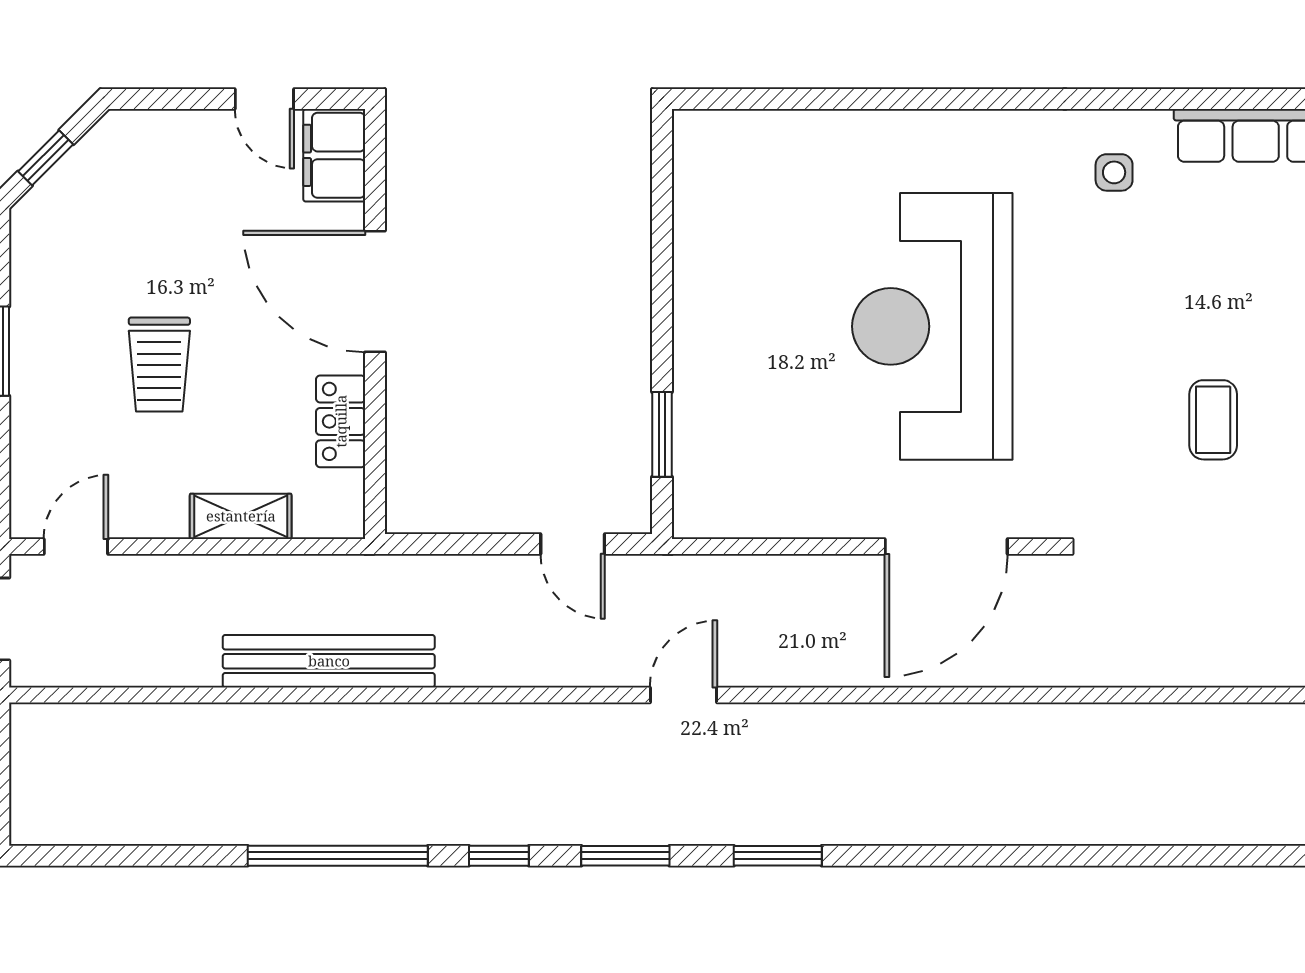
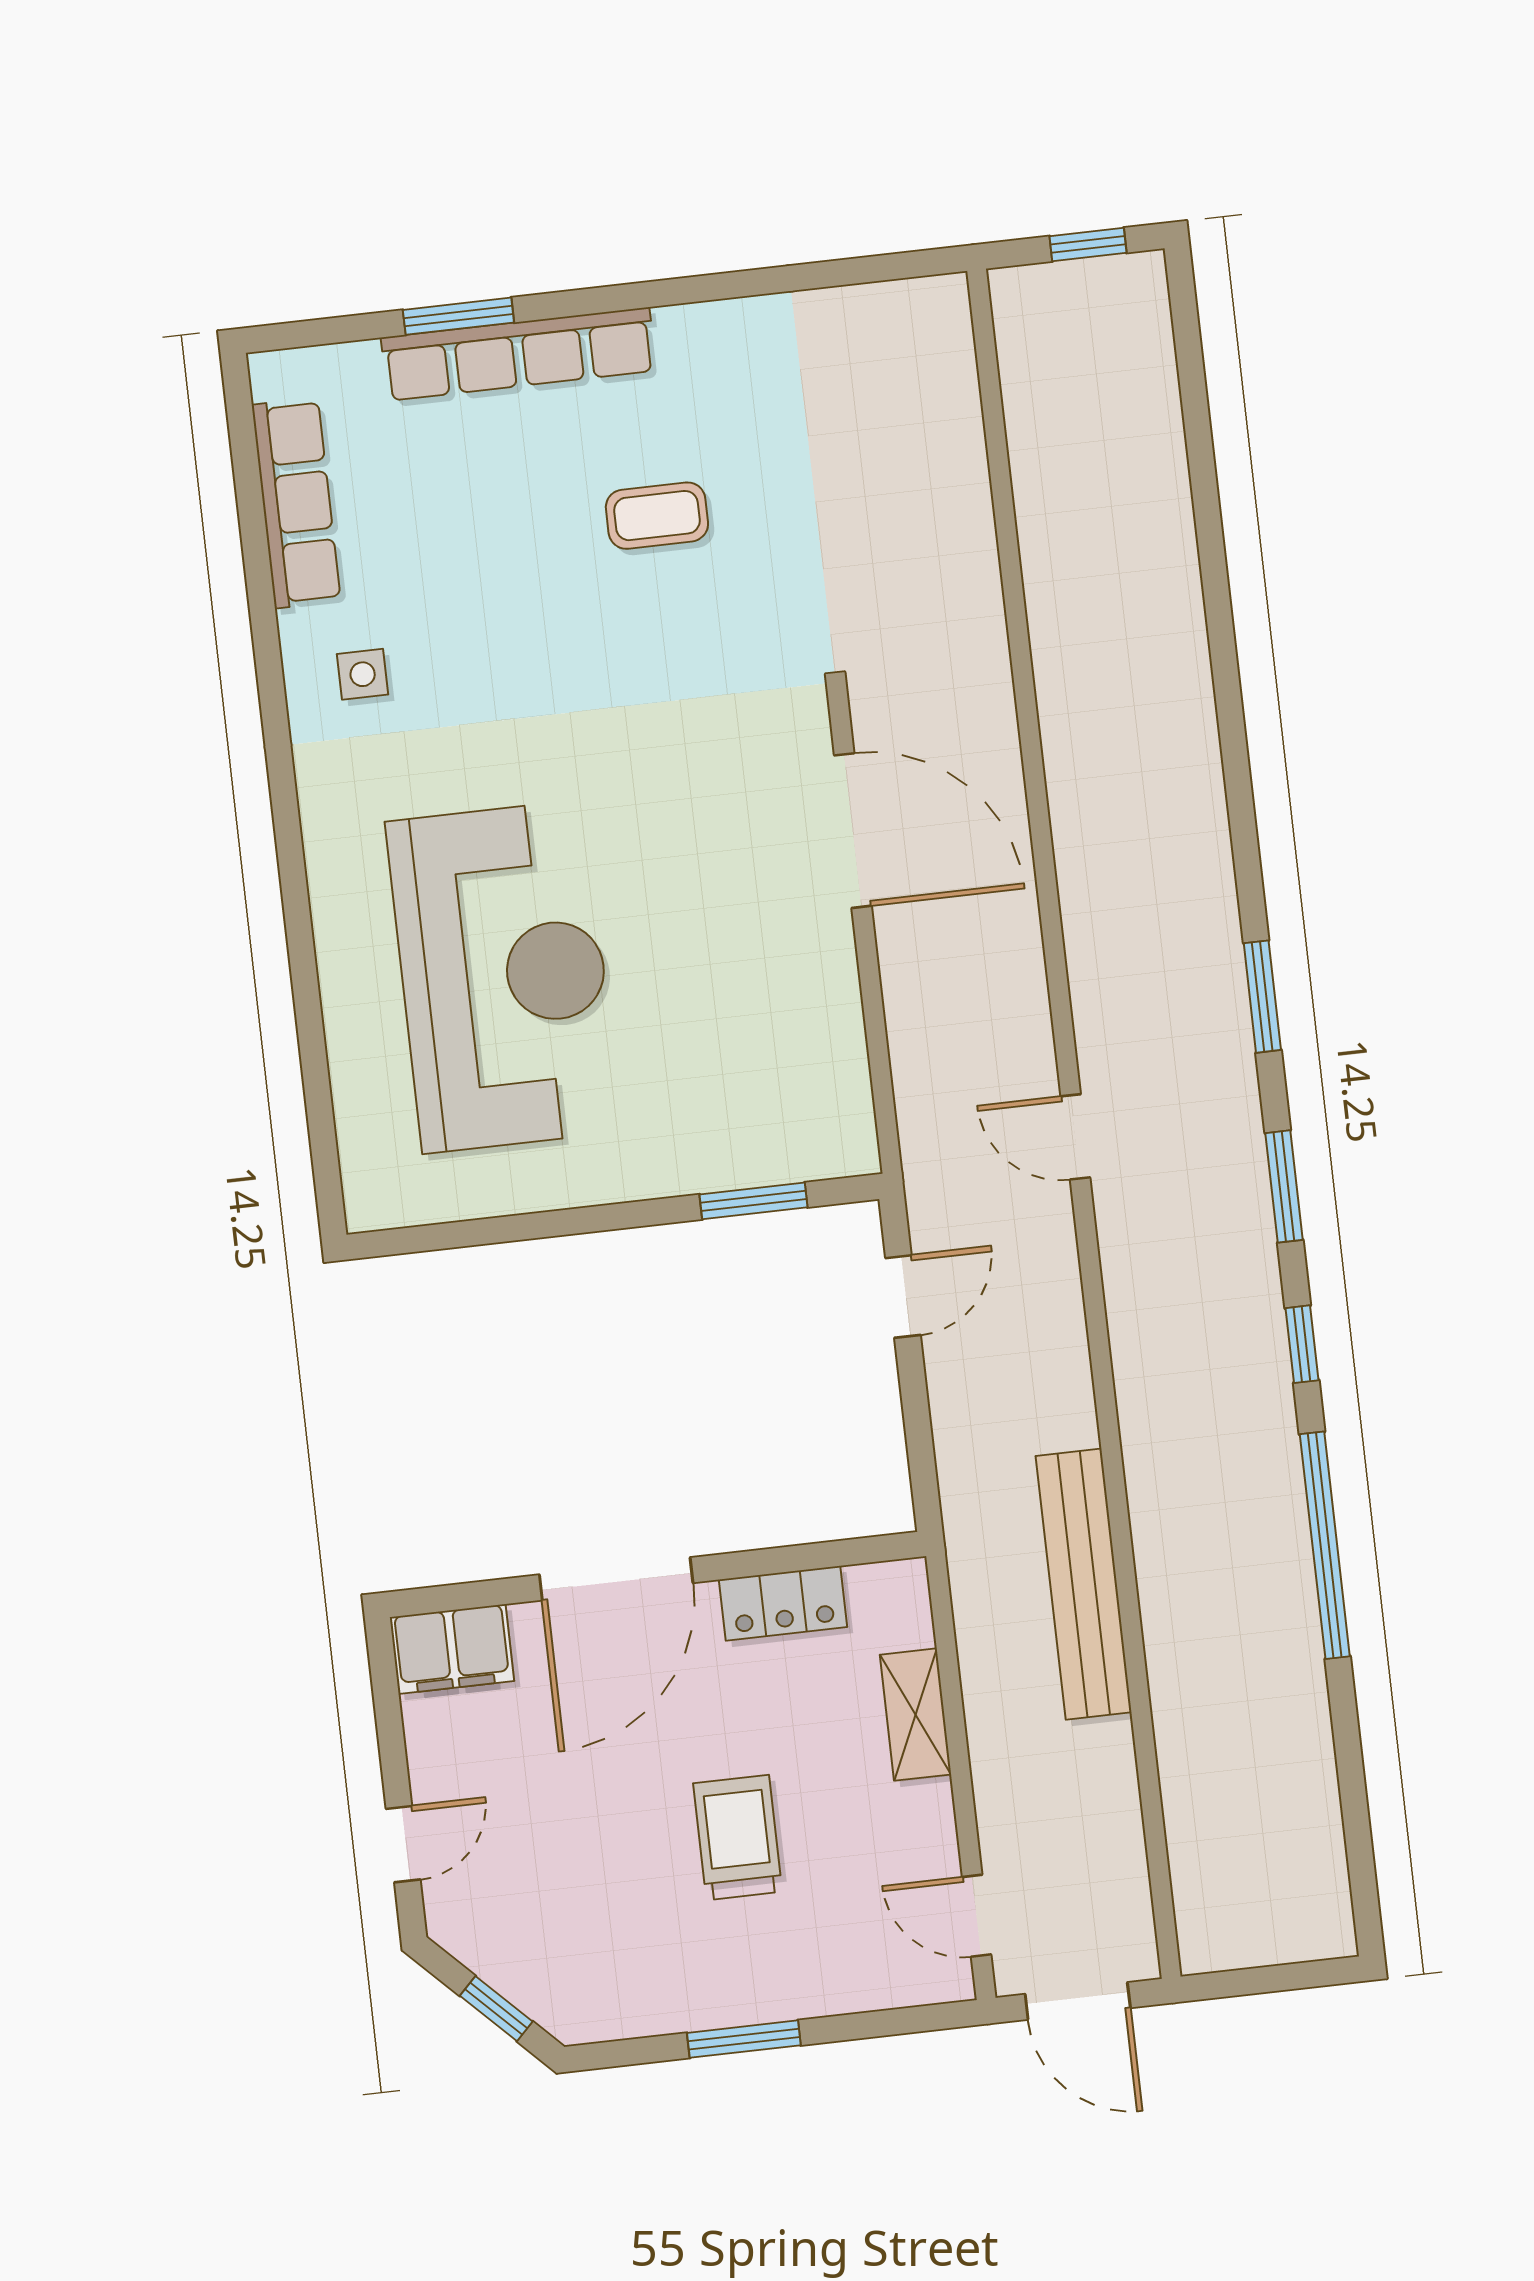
door: (264, 99) -> (403, 1844), moved
reception desk: (932, 326) -> (503, 977), moved, turned -90
trolley: (159, 364) -> (738, 1837), turned -90

